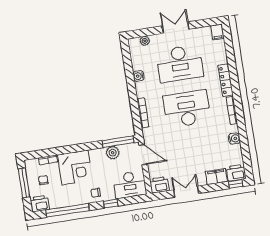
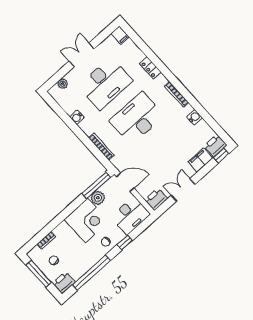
locker: (225, 80) -> (150, 68), width x0.66
corner desk: (75, 168) -> (86, 220), moved

